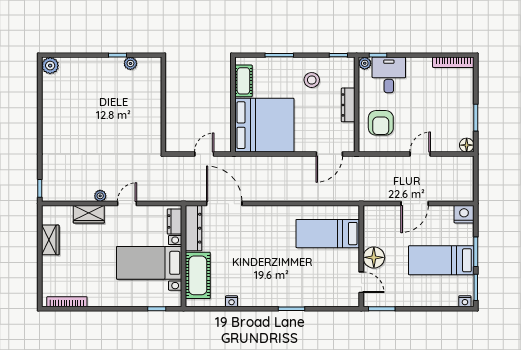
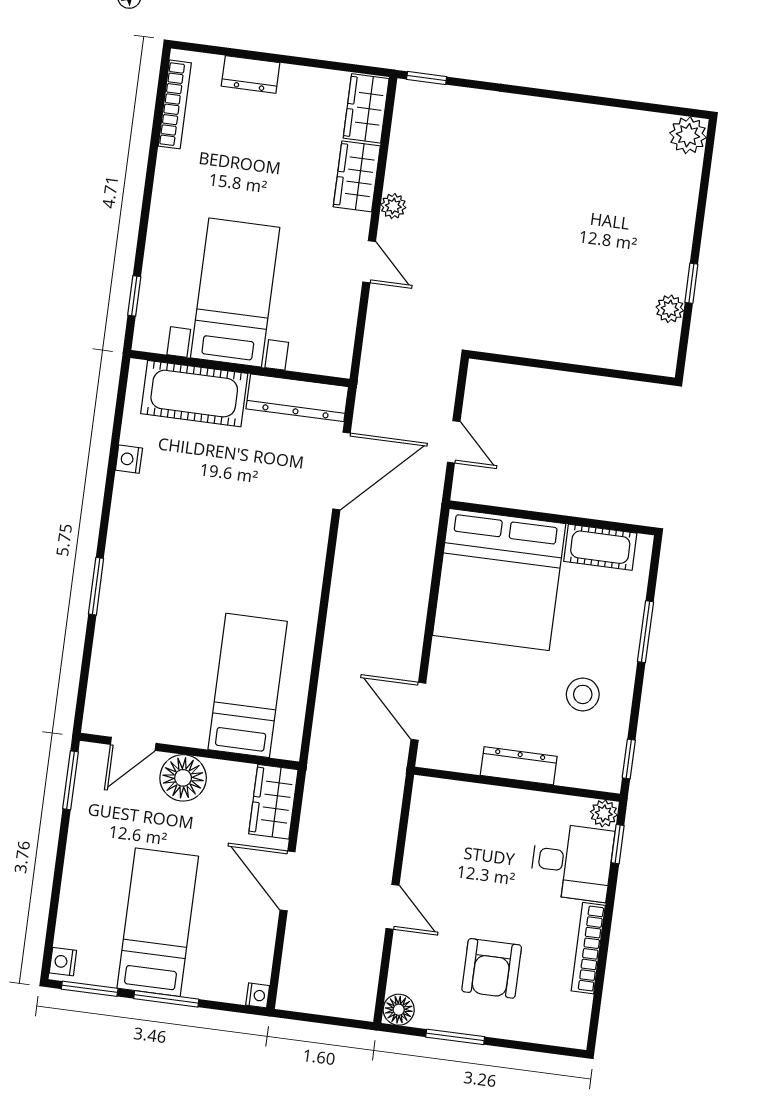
bookcase: (453, 62) -> (588, 948), moved
armchair: (381, 123) -> (492, 968), moved, turned -90
nightstand: (464, 214) -> (258, 995), width x0.53, depth x0.56
wardrobe: (379, 215) -> (273, 802), added
dresser: (174, 221) -> (251, 74), moved, turned 180
wardrobe: (50, 240) -> (366, 108), moved, turned 90

